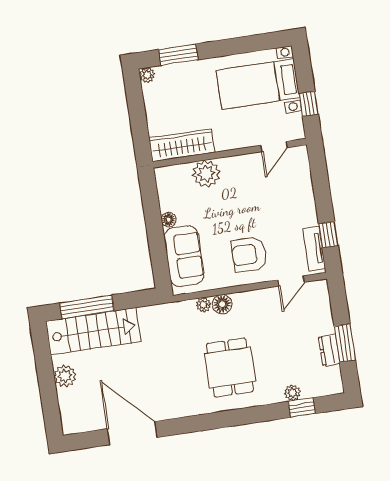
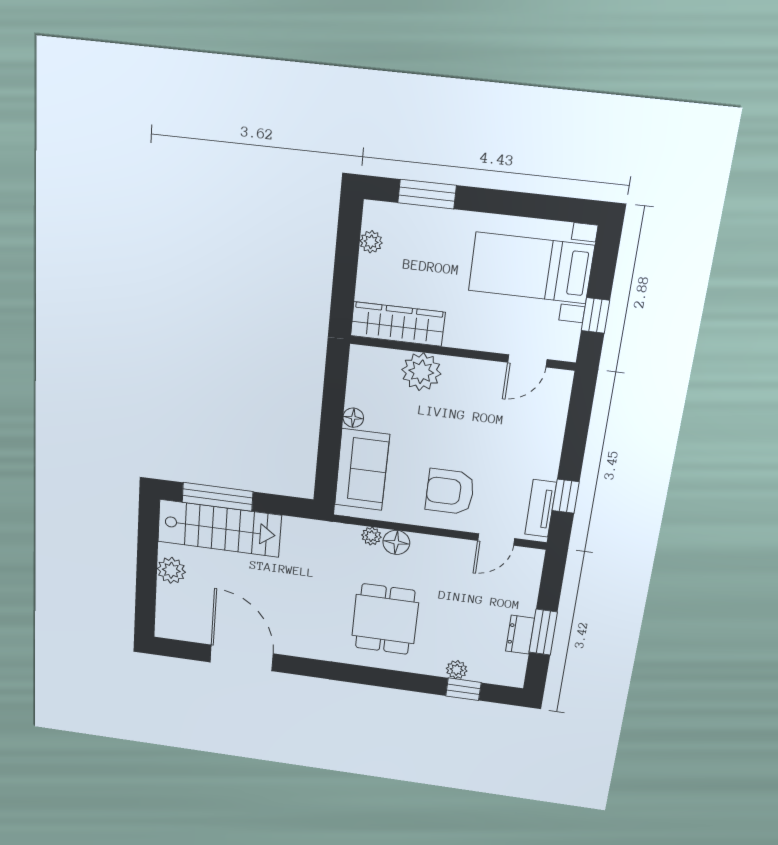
plant: (147, 75) -> (371, 242), moved

